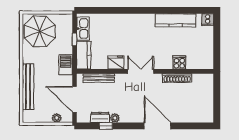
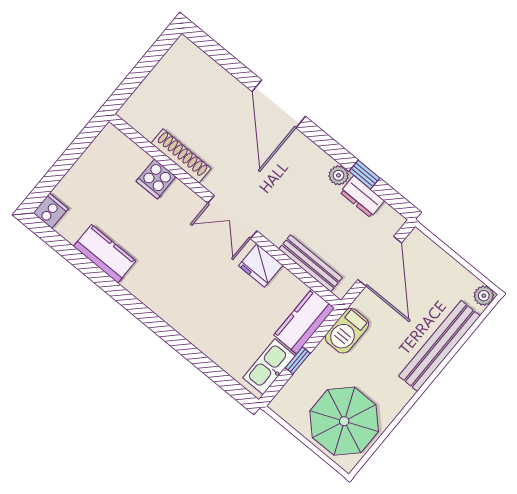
kitchen counter: (175, 20) -> (105, 254), width x0.67
plant: (57, 118) -> (484, 296), moved

